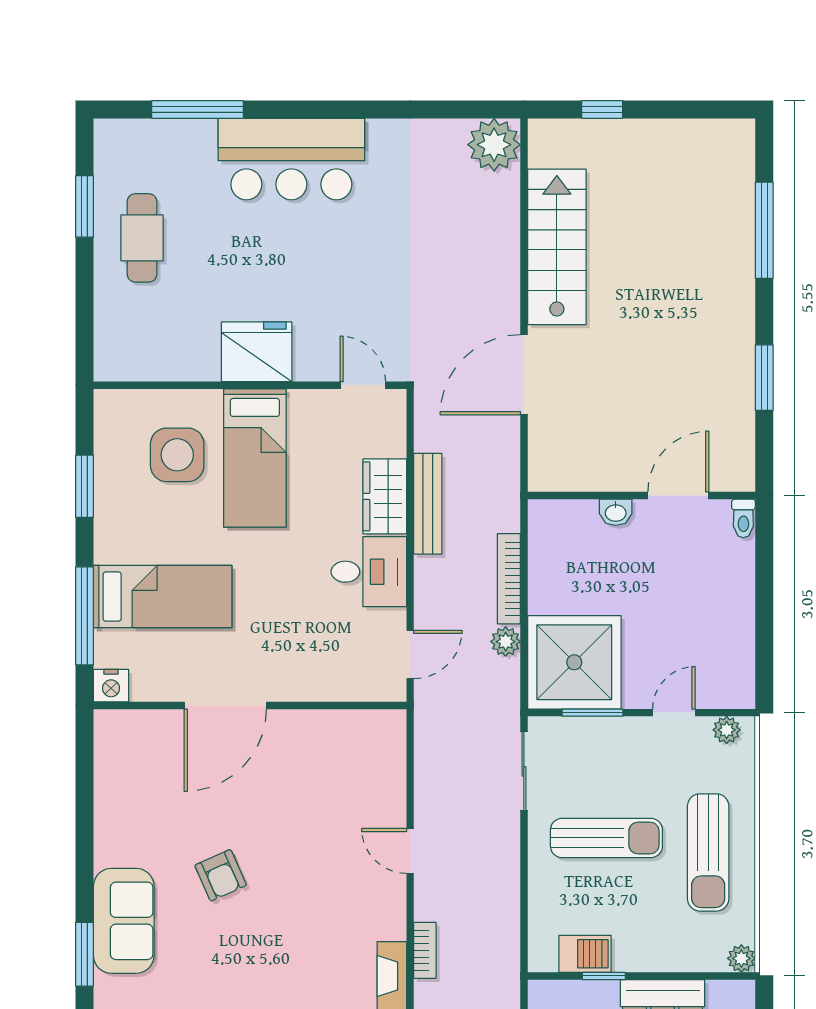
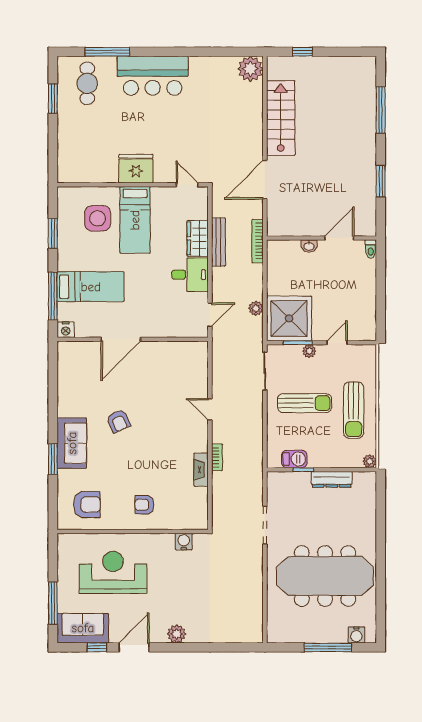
cafe table: (142, 238) -> (87, 83), moved
bookcase: (509, 579) -> (258, 241), moved
plant: (727, 730) -> (309, 351), moved

